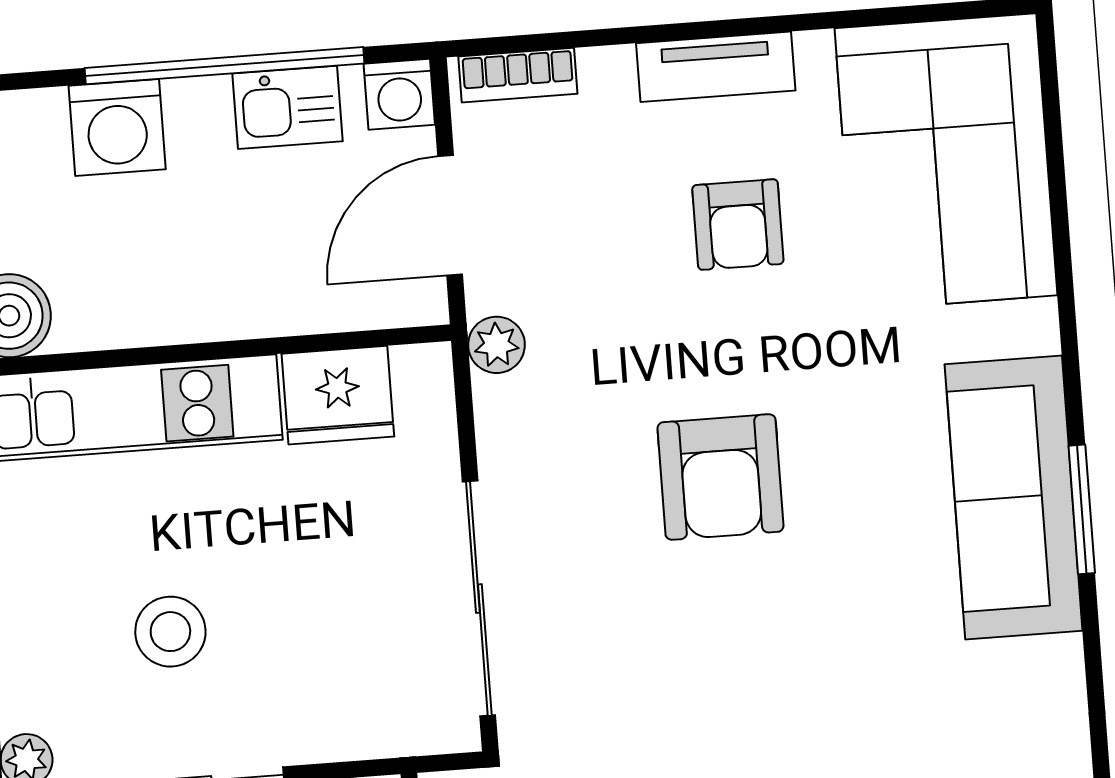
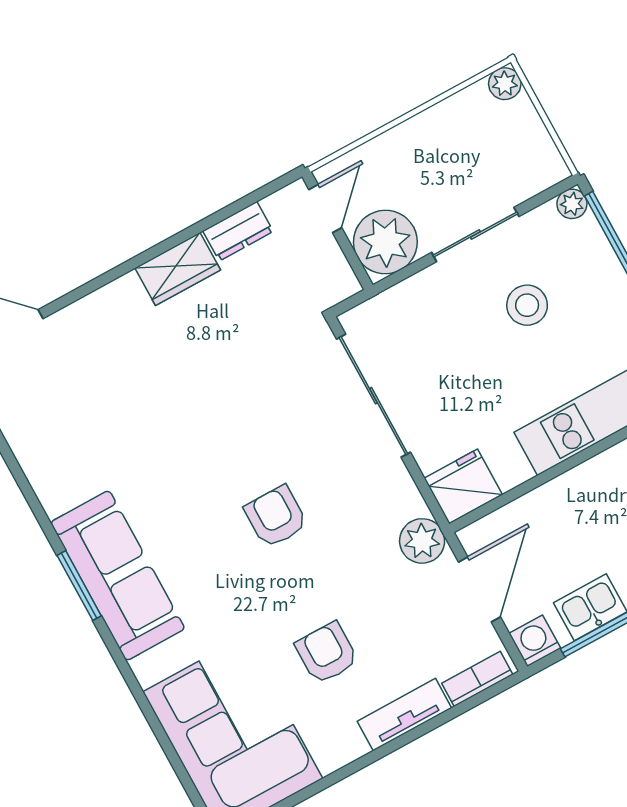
tv unit: (716, 67) -> (404, 715), moved
plant: (497, 345) -> (422, 541), width x1.38, depth x1.38
fridge: (338, 395) -> (463, 486), moved
armchair: (721, 477) -> (276, 517), width x0.72, depth x0.72

